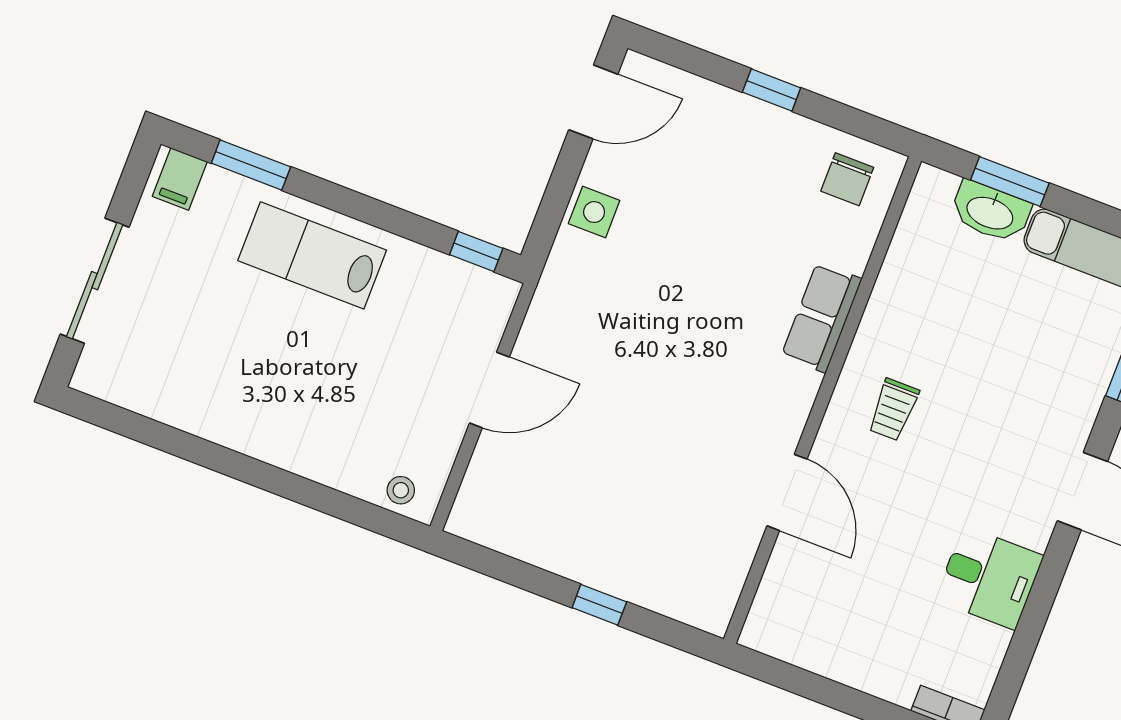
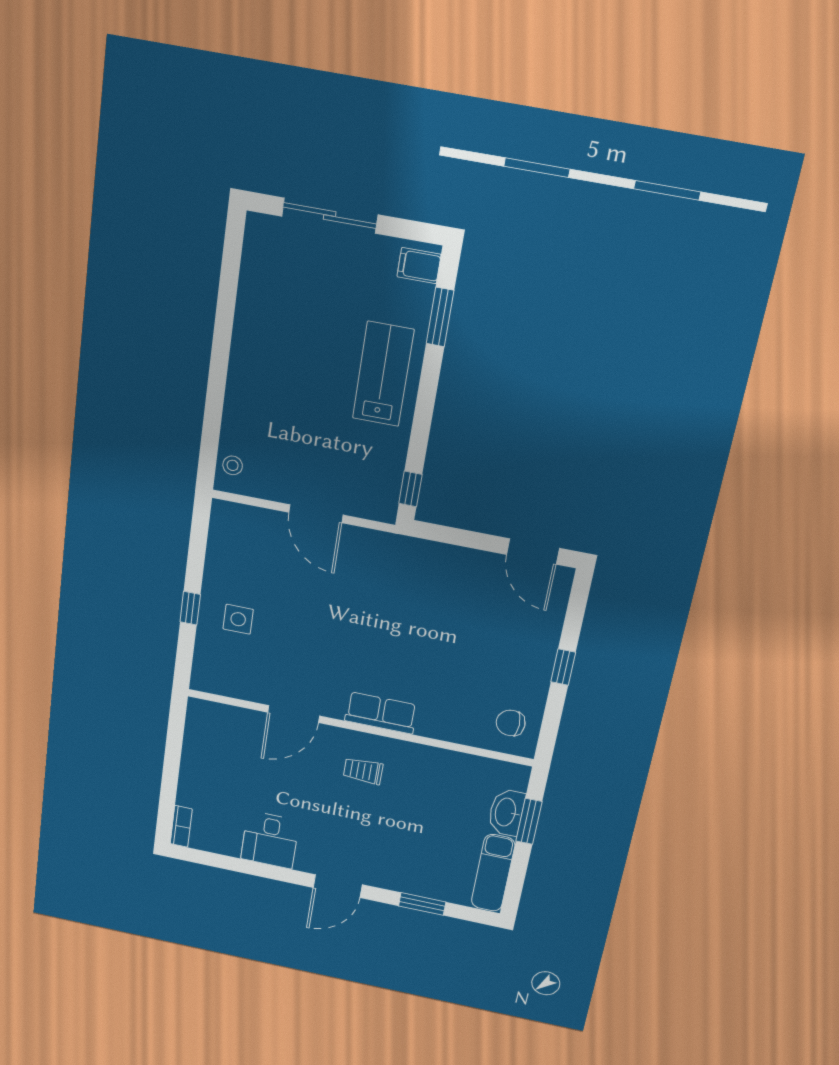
side table: (594, 212) -> (238, 619), moved
row of seats: (821, 317) -> (381, 713), moved

